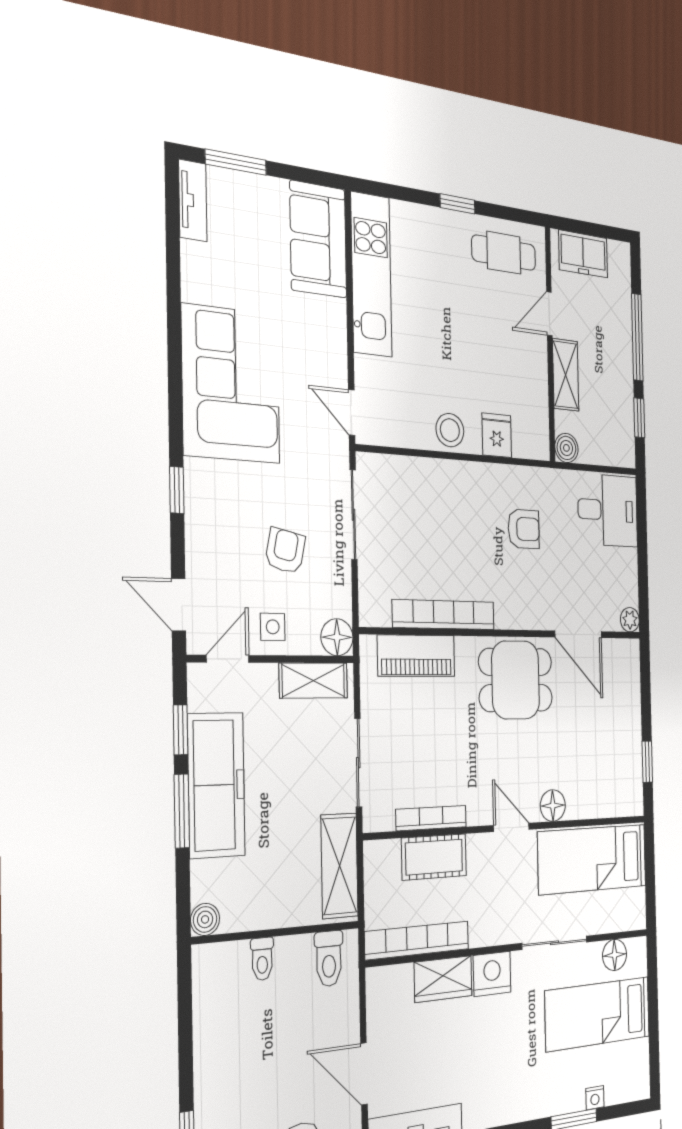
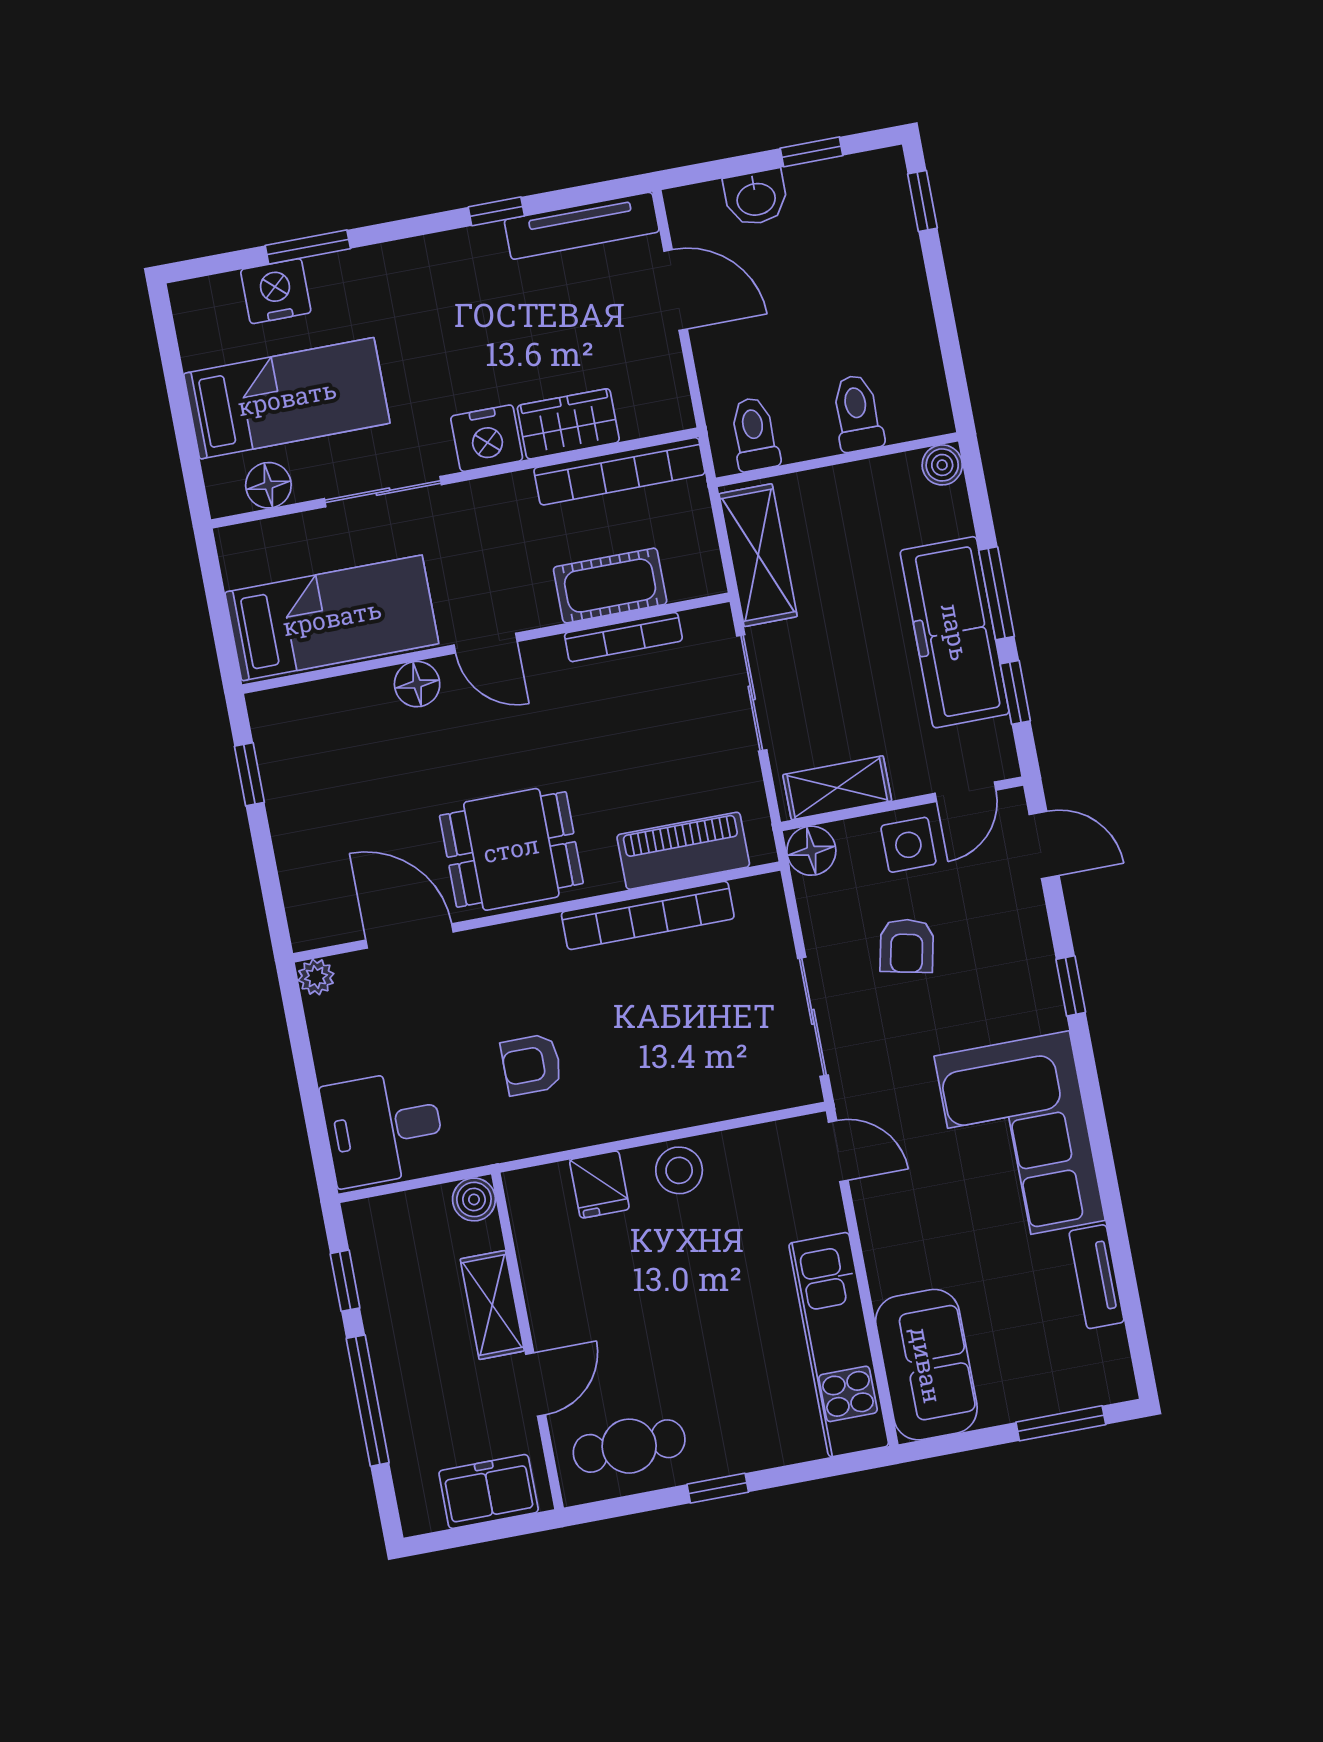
tv unit: (193, 200) -> (1097, 1277), moved
side table: (273, 627) -> (908, 845), width x1.37, depth x1.37
toilet: (262, 959) -> (857, 413), width x1.37, depth x1.39
nightstand: (595, 1098) -> (276, 291), width x1.89, depth x1.79

